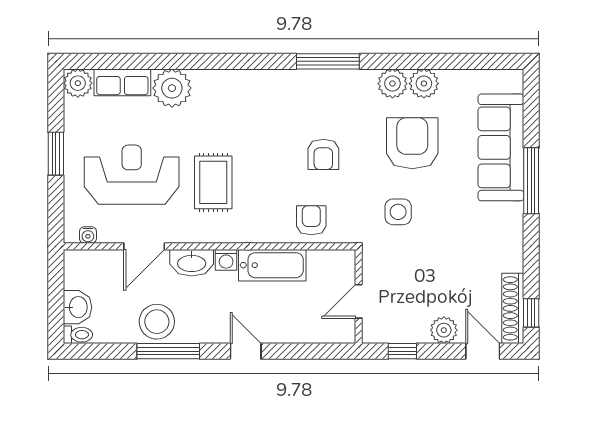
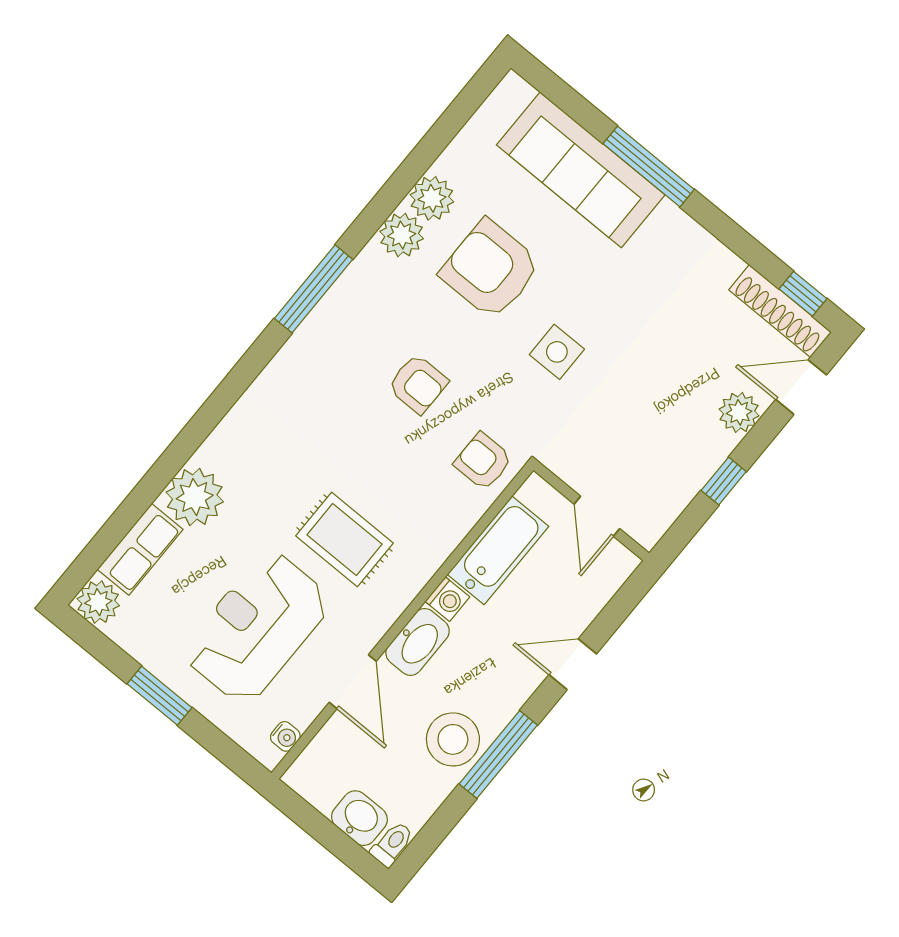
wall: (359, 296) -> (591, 512), moved
door: (359, 301) -> (597, 516), moved

